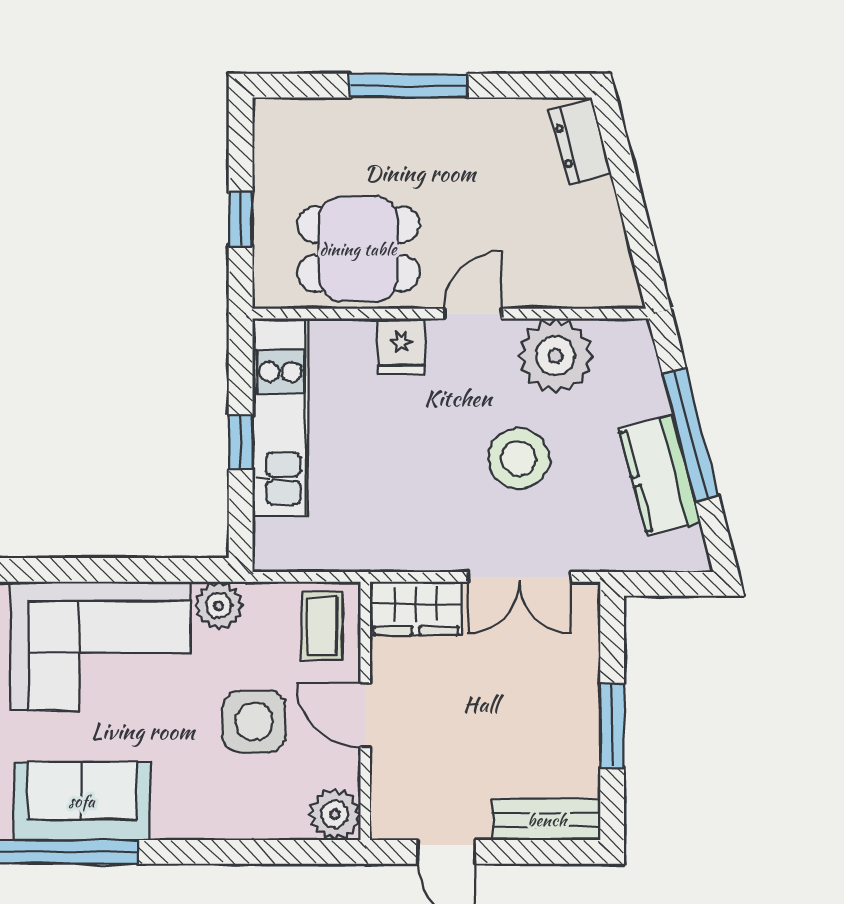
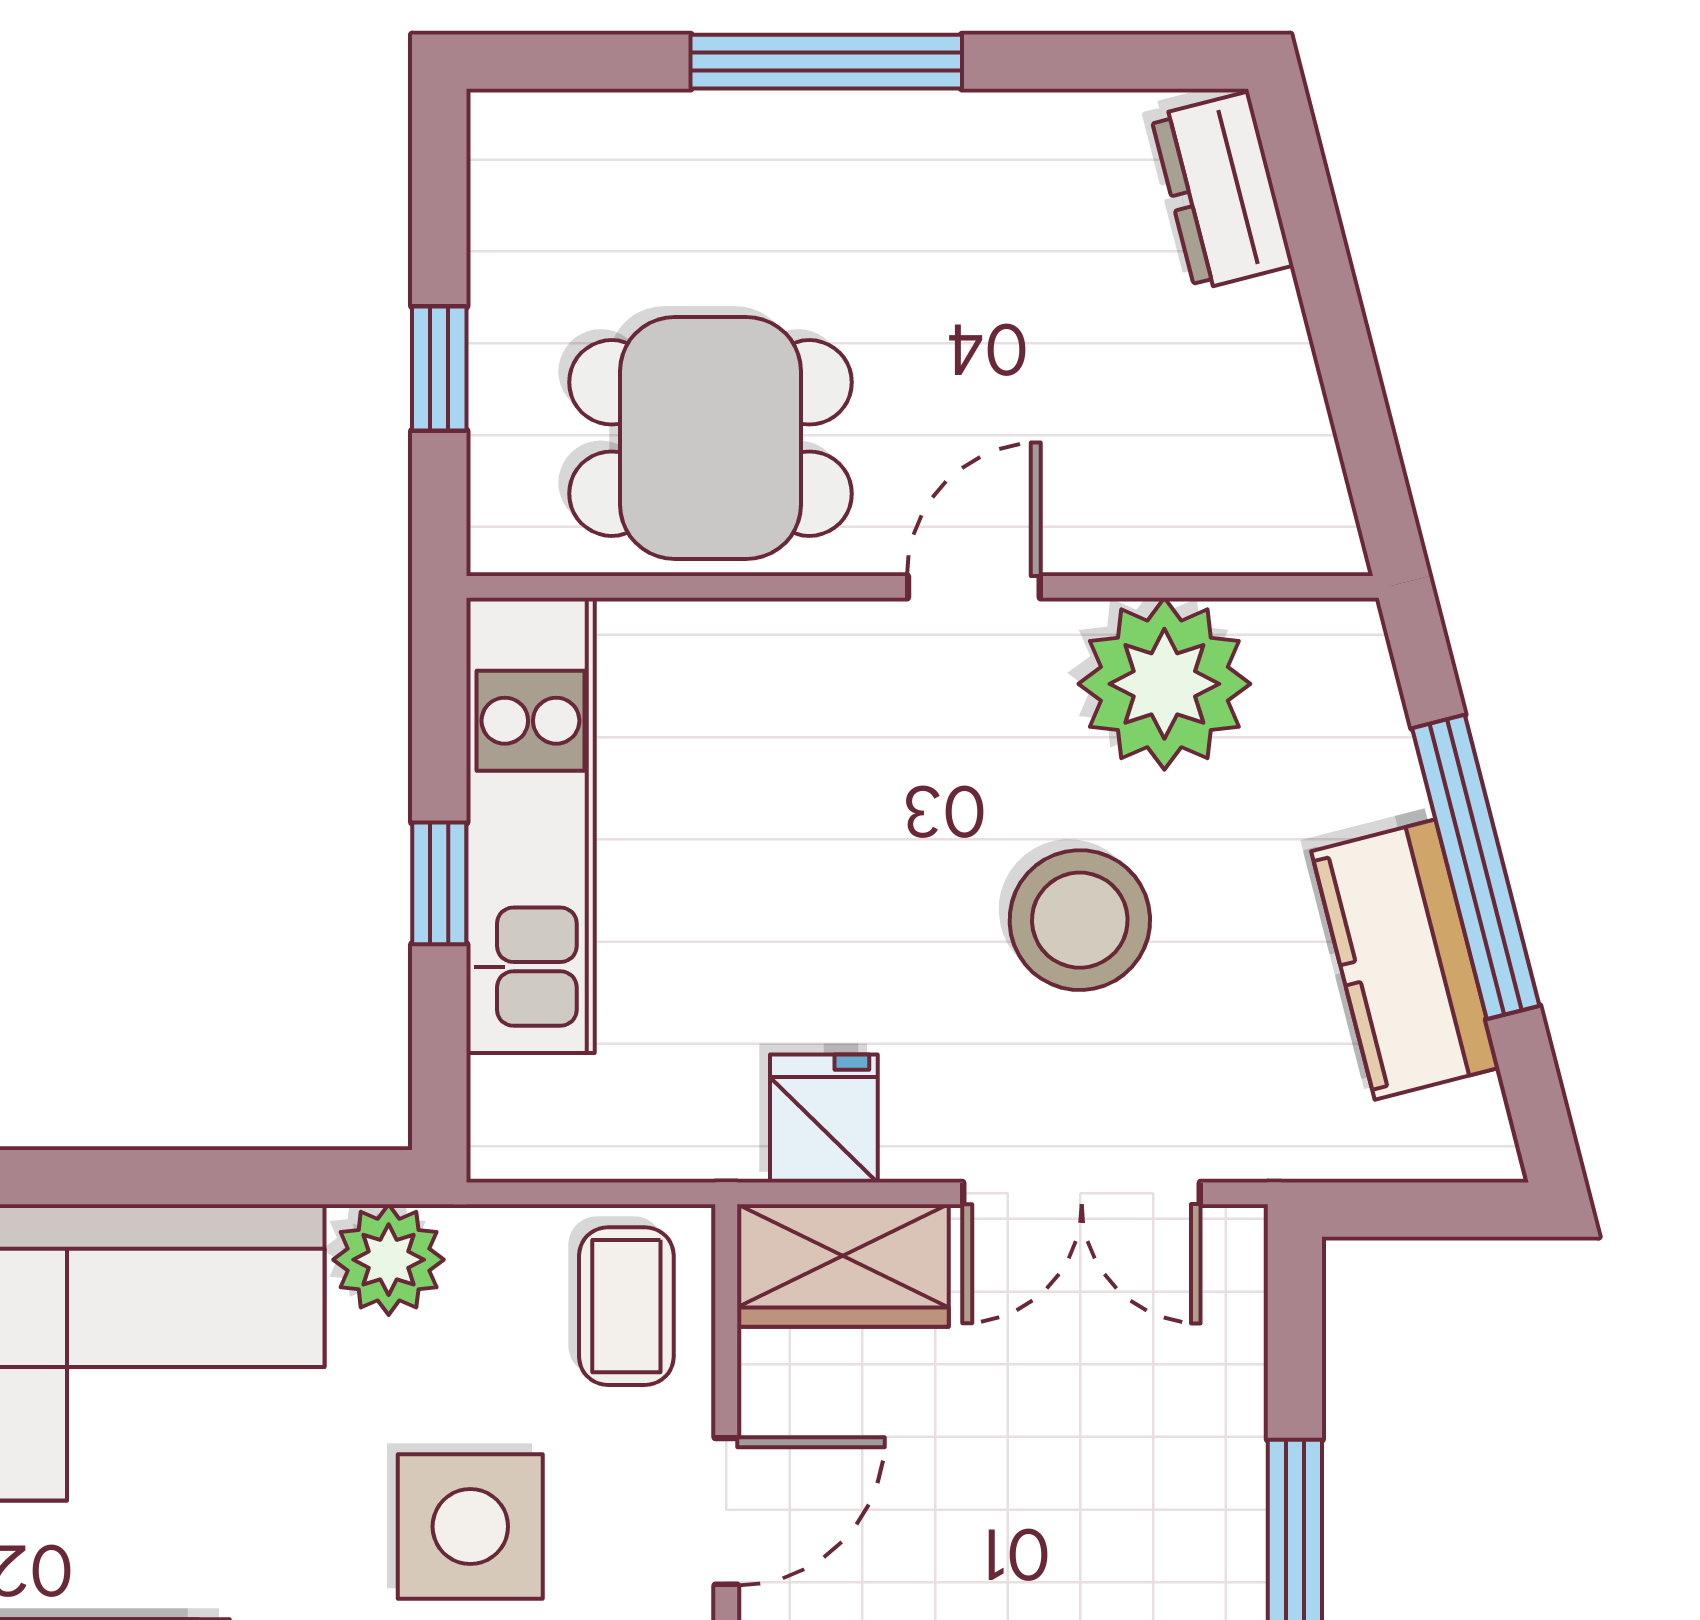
fridge: (401, 346) -> (824, 1118), moved, turned 180
door: (365, 715) -> (726, 1511), swing flipped

